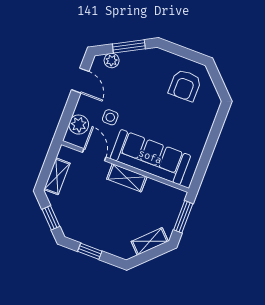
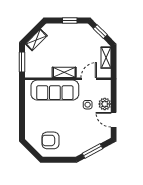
plant: (112, 61) -> (100, 139), removed
armchair: (185, 85) -> (50, 140), turned -90
plant: (79, 125) -> (105, 104), moved
door: (94, 155) -> (89, 79), swing flipped

